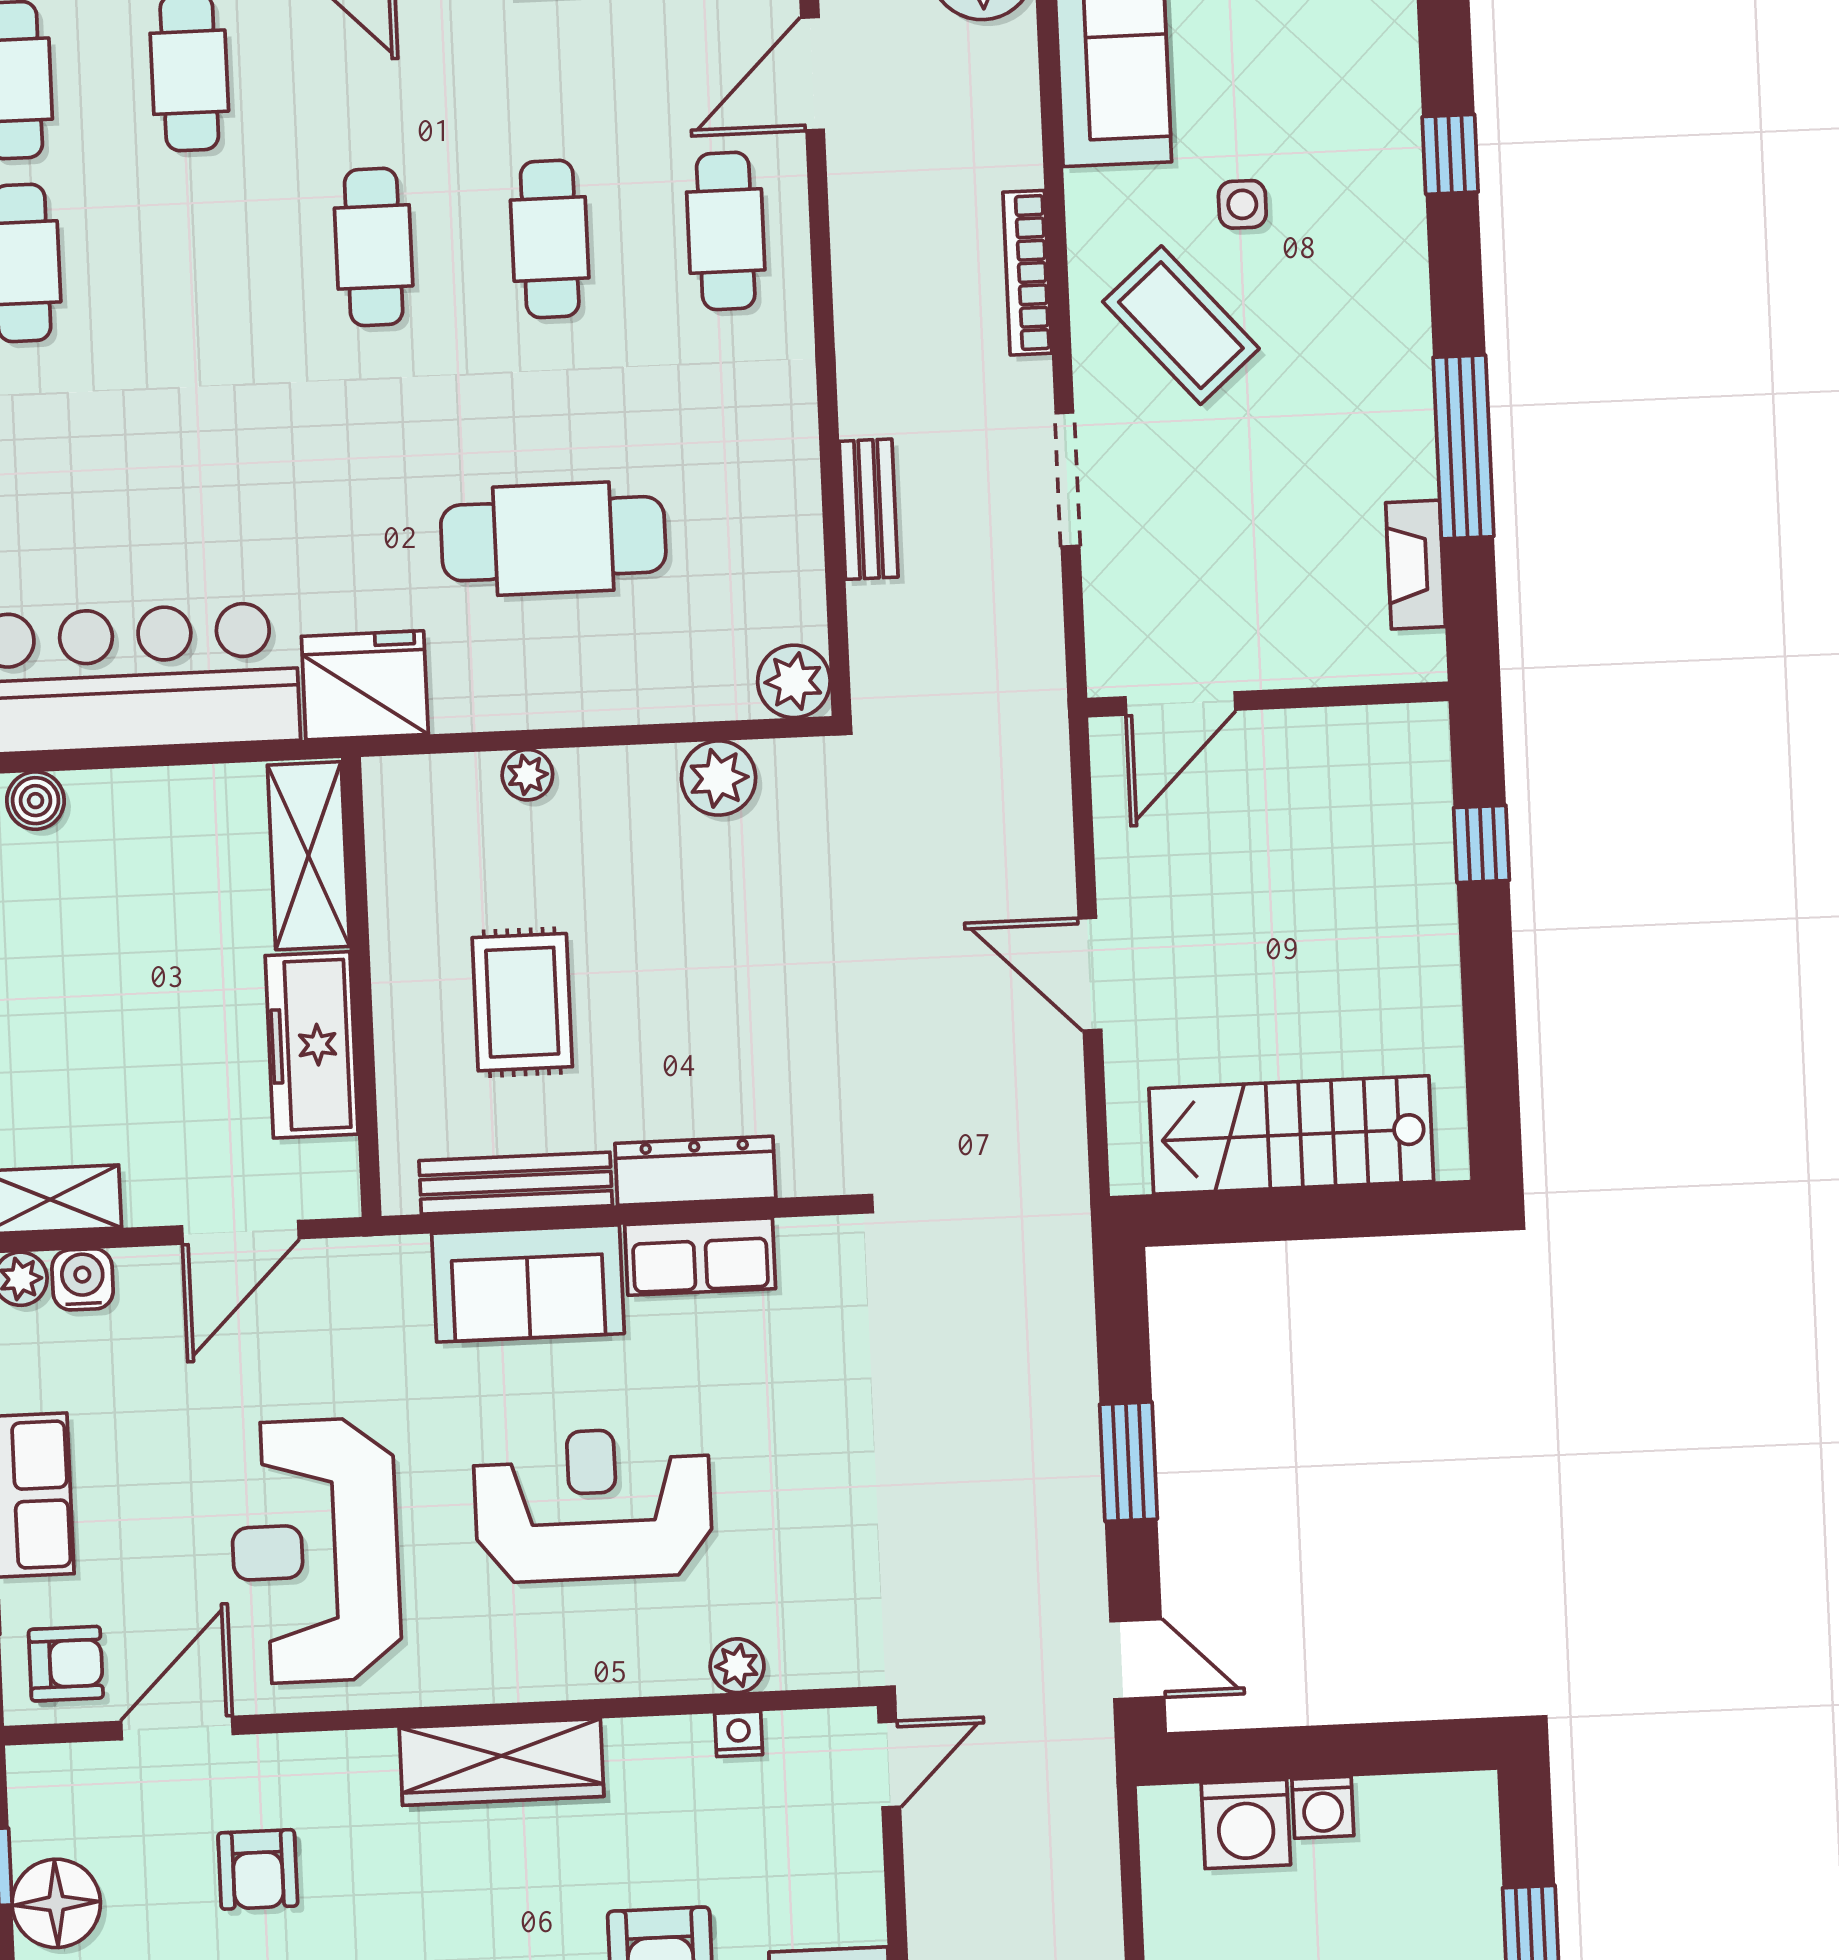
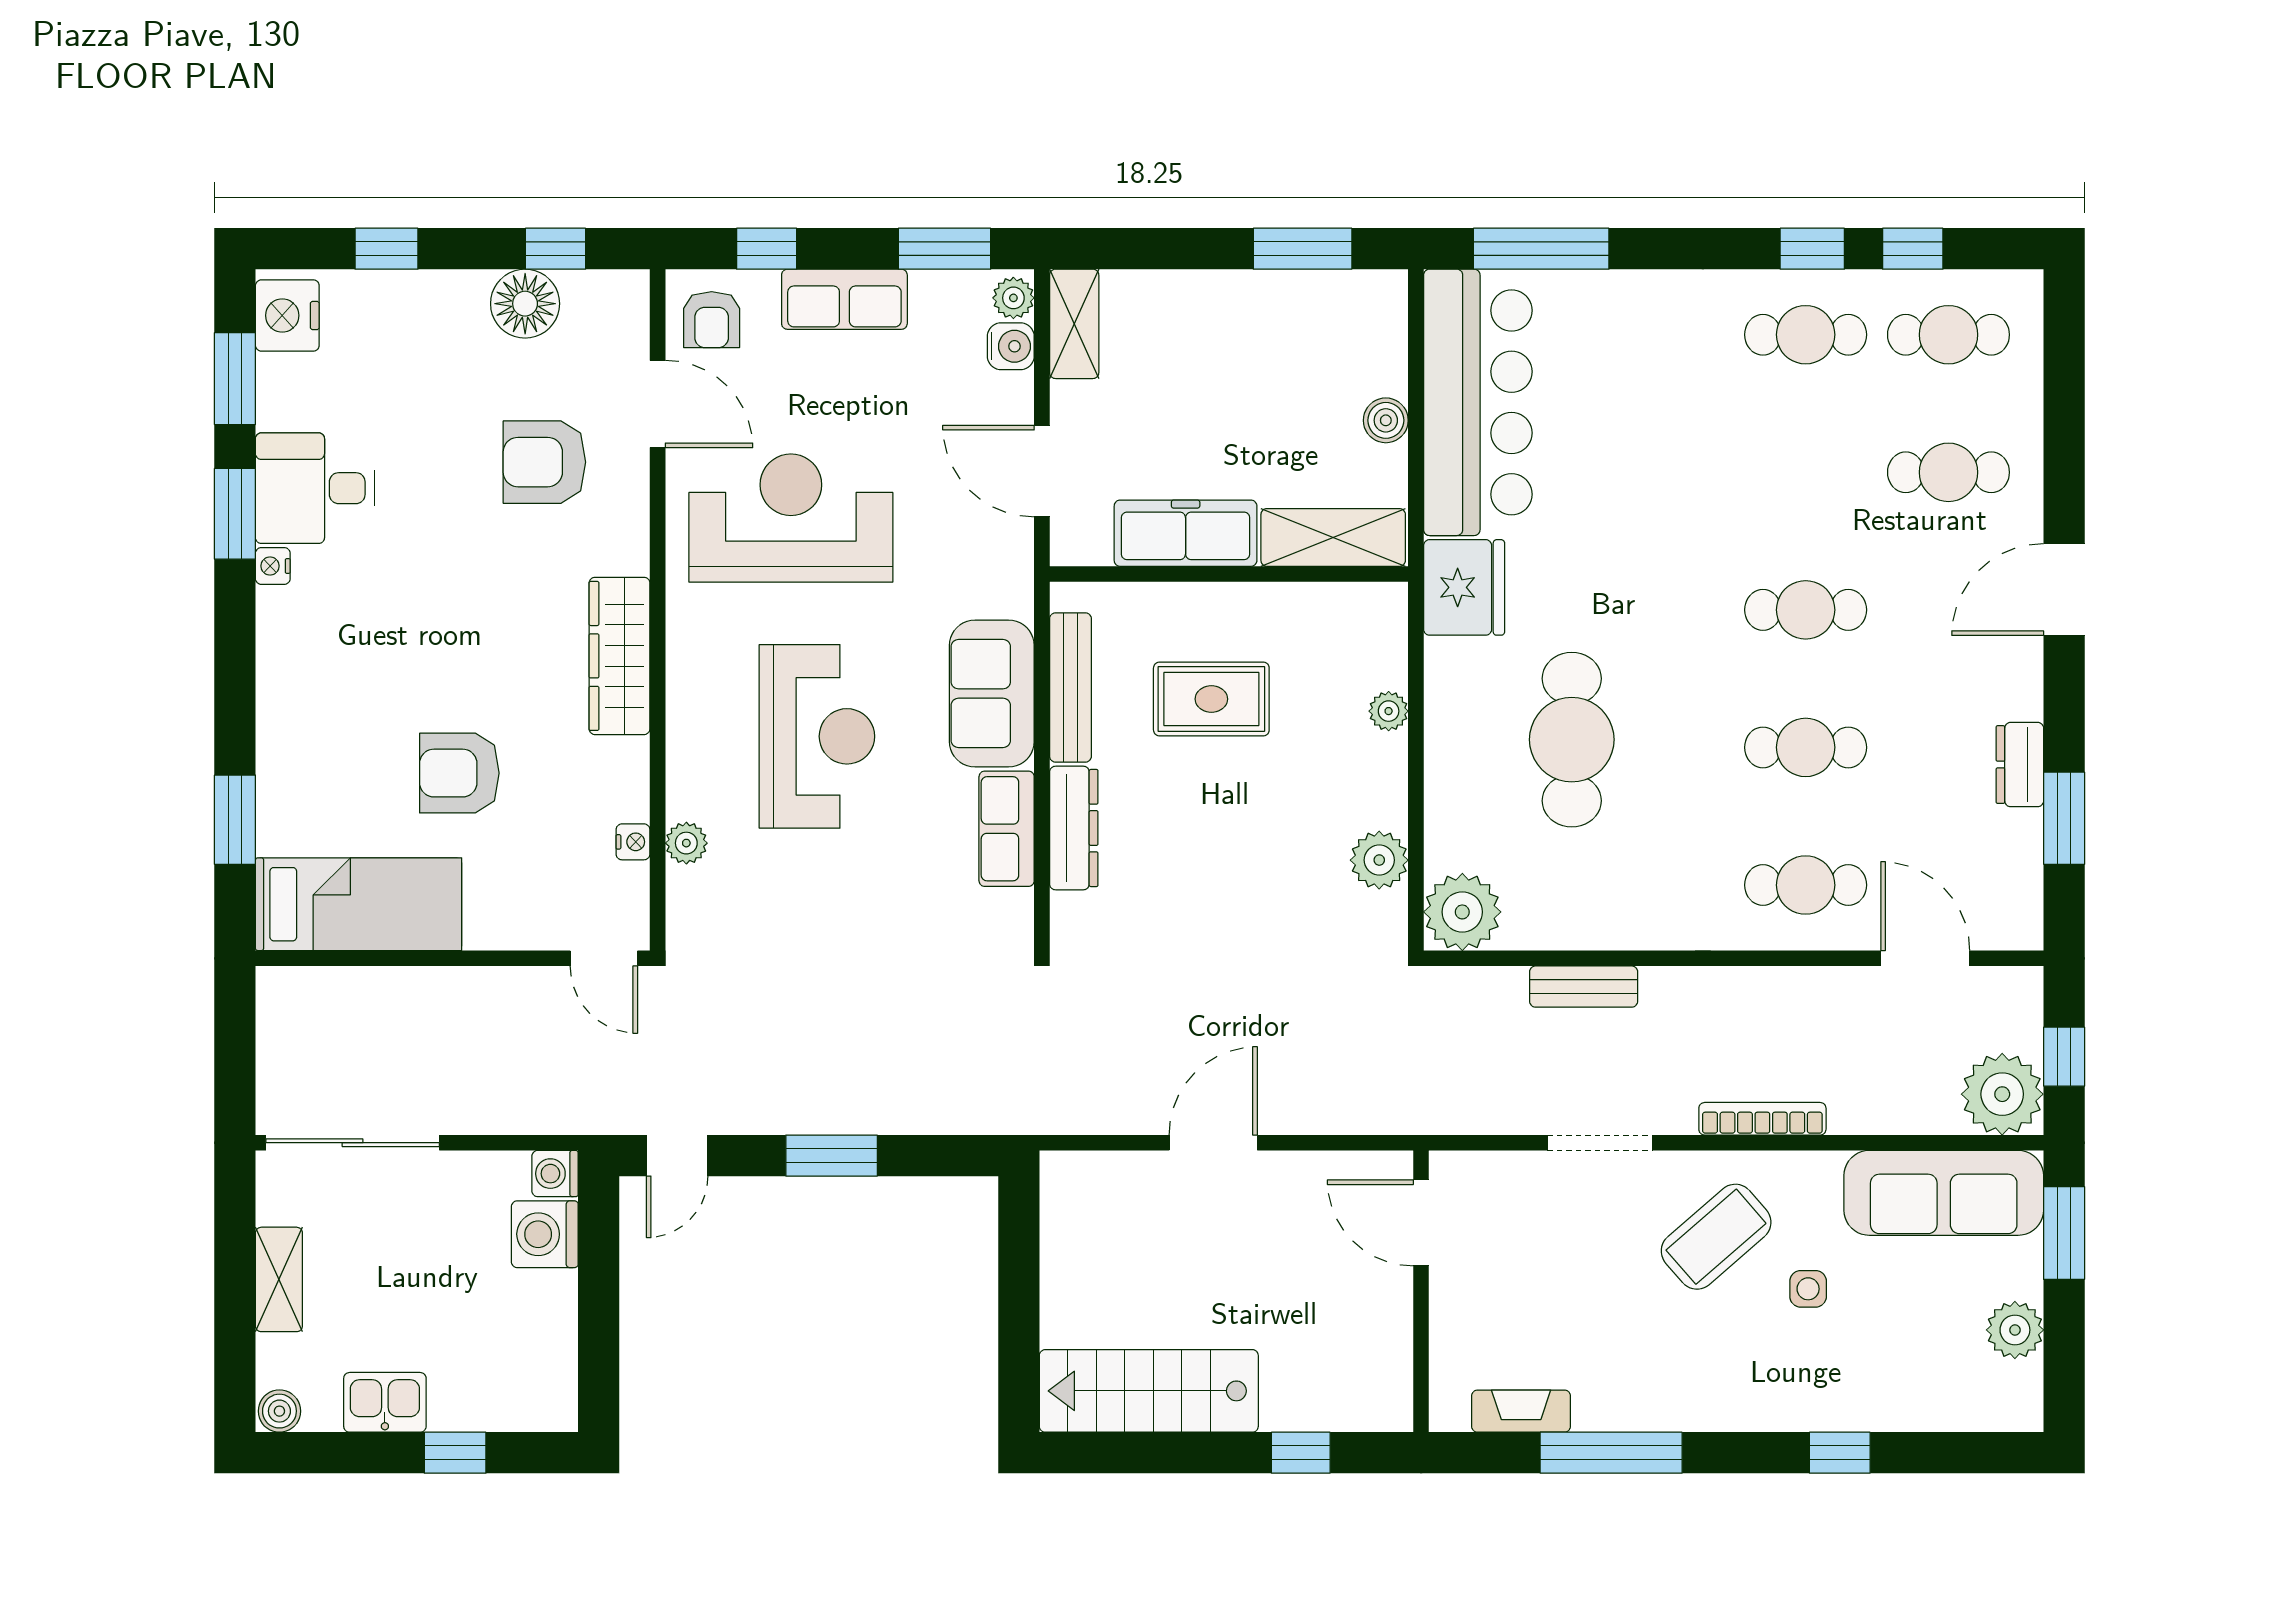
plant: (794, 681) -> (1462, 912), width x1.36, depth x1.36
boiler: (36, 801) -> (1386, 420), moved
stairs: (1291, 1135) -> (1149, 1391), moved, turned -90
washing machine: (1323, 1807) -> (555, 1174), moved
armchair: (258, 1869) -> (544, 462), width x1.38, depth x1.38

